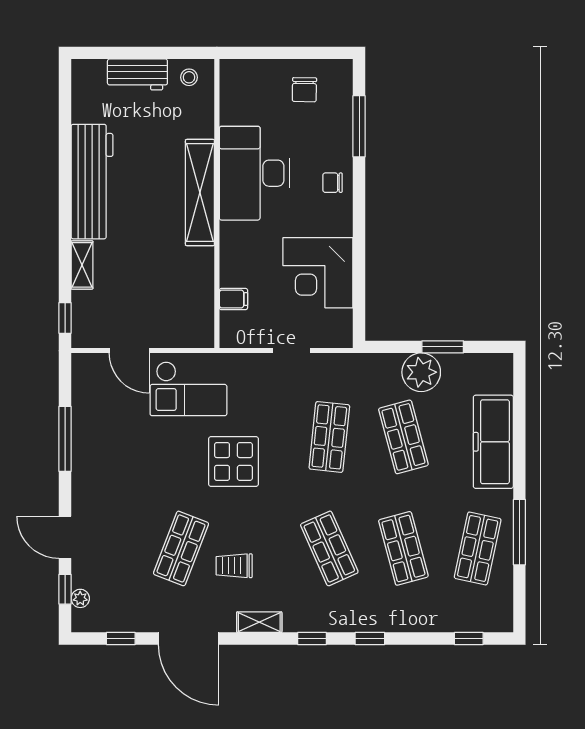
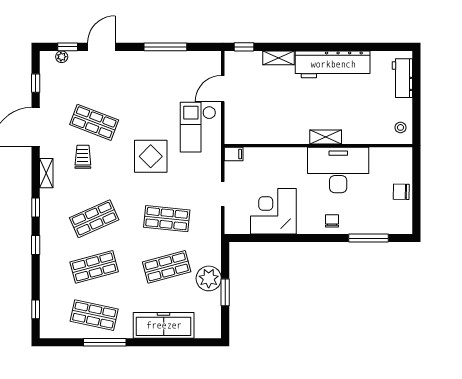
workbench: (137, 74) -> (402, 78), moved
chair: (304, 90) -> (401, 192), moved
shelving: (200, 193) -> (326, 137), width x0.45, depth x0.75
filing cabinet: (233, 299) -> (234, 154), moved, turned -90

